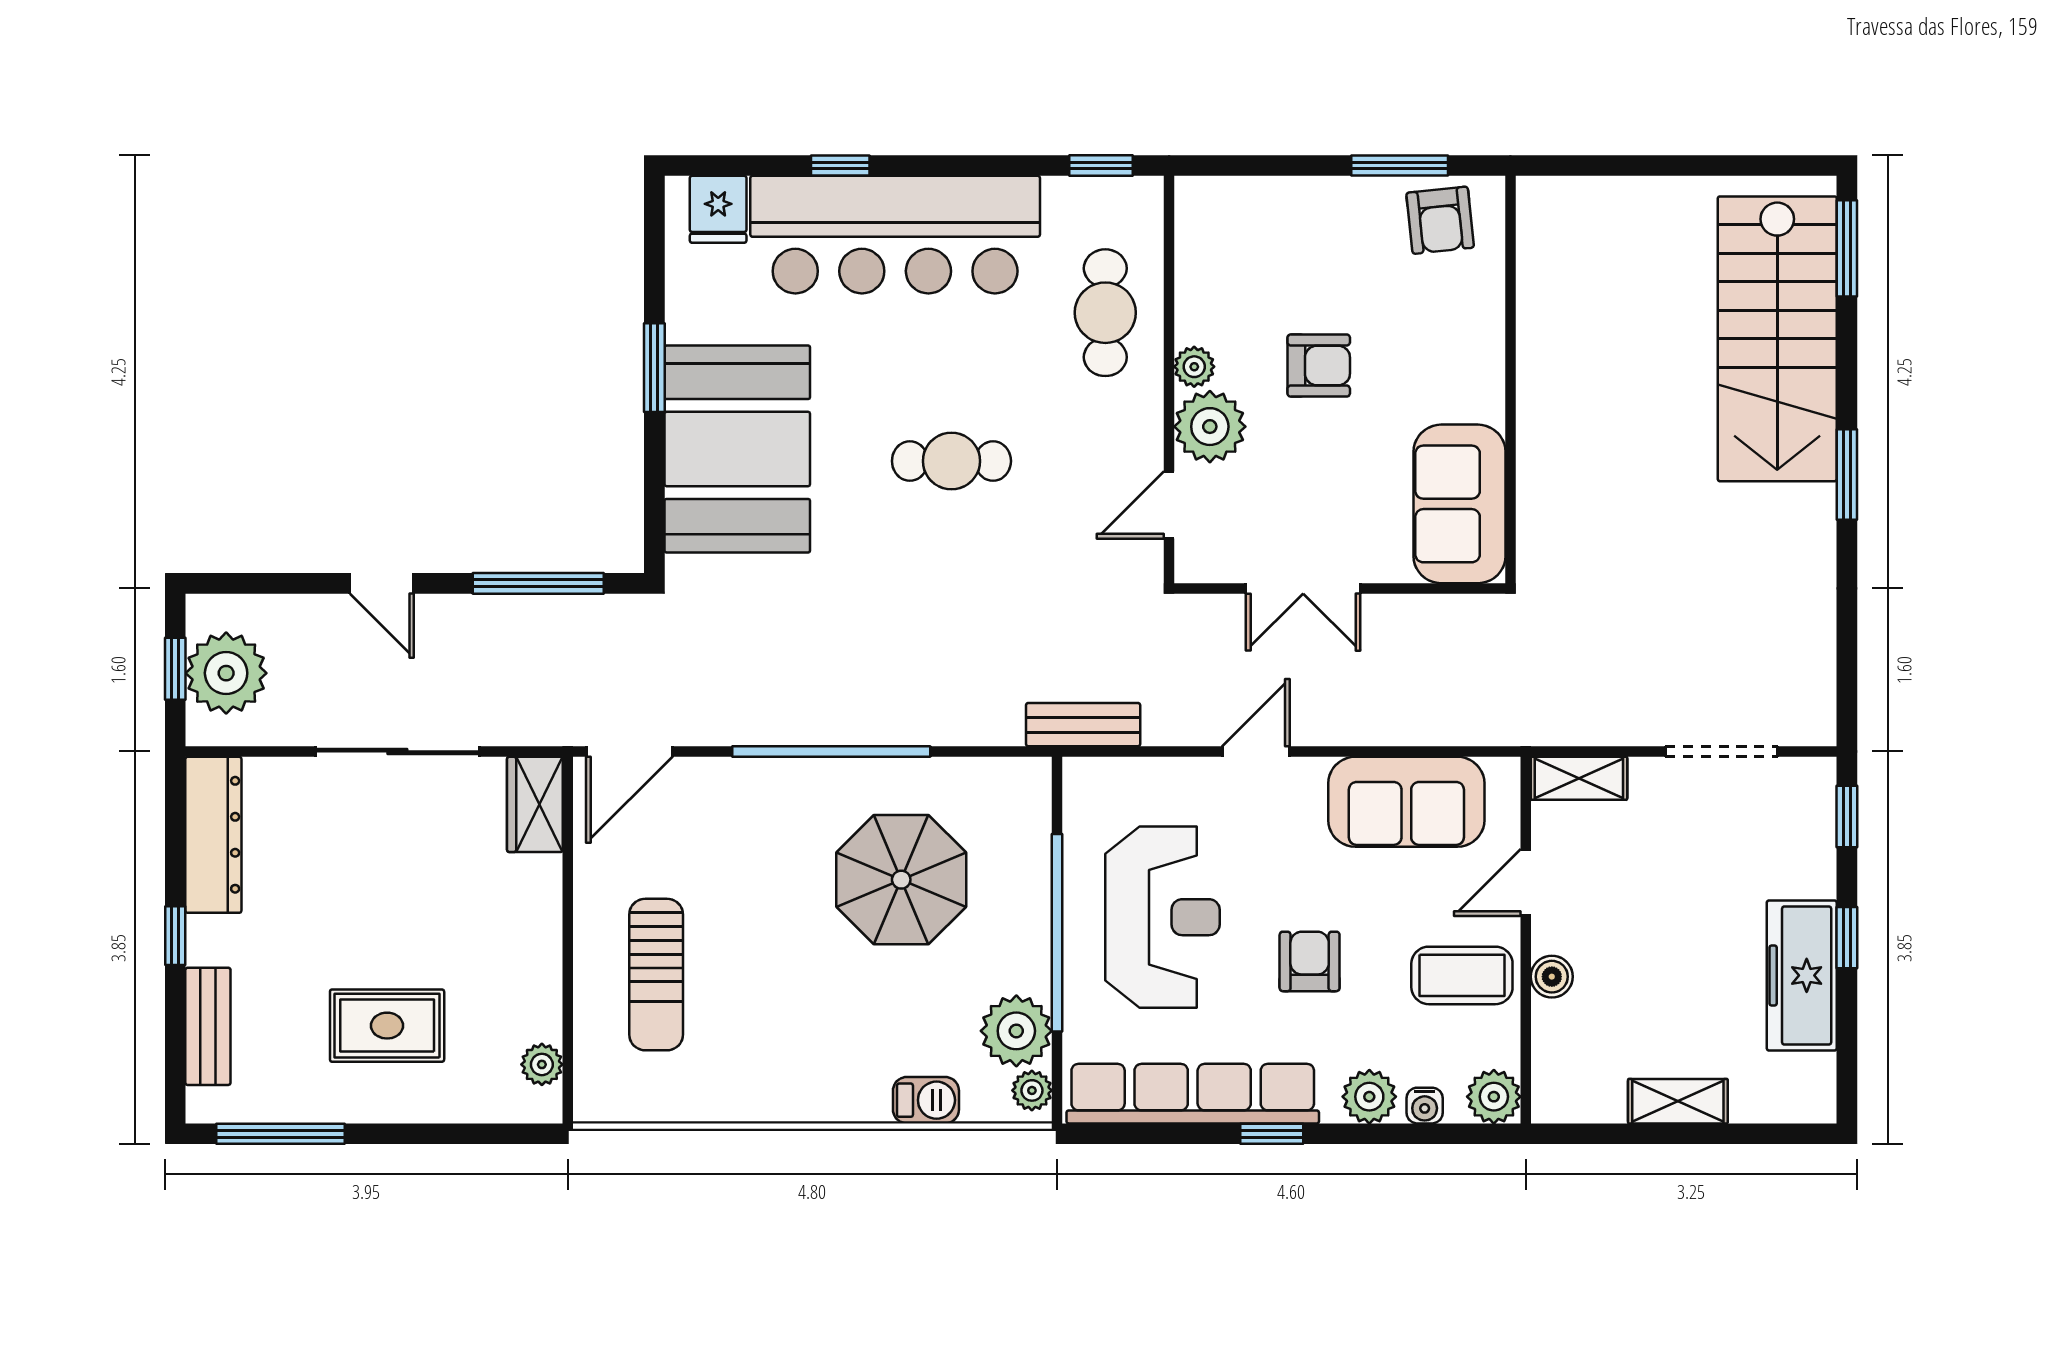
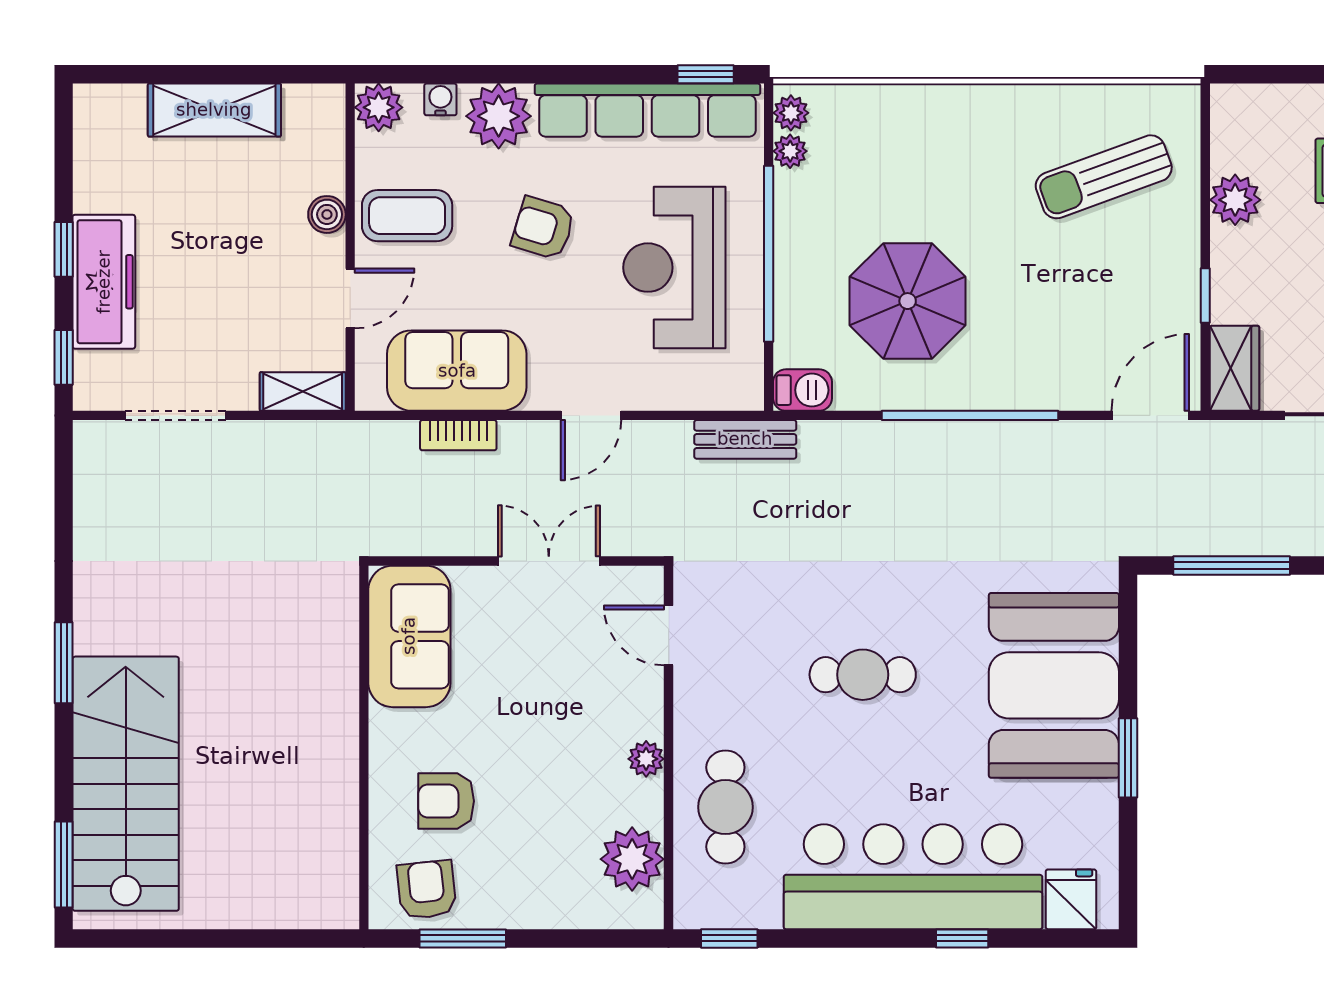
armchair: (1319, 366) -> (446, 801), moved
plant: (1210, 427) -> (632, 859), moved
door: (1169, 505) -> (669, 635), swing flipped
bookcase: (1405, 729) -> (458, 435), added
window: (568, 886) -> (1205, 296), added
armchair: (1310, 961) -> (543, 228), turned 107
sun lounger: (656, 975) -> (1104, 177), moved, turned -110
freezer: (1802, 975) -> (104, 282), moved
plant: (1016, 1031) -> (790, 151), width x0.53, depth x0.53
plant: (542, 1064) -> (1235, 200), moved, width x1.38, depth x1.38
plant: (1369, 1097) -> (499, 116), width x1.36, depth x1.36
barbecue: (926, 1100) -> (802, 390), moved, turned 180
shelving: (1678, 1101) -> (214, 110), width x1.50, depth x1.33
window: (1272, 1134) -> (706, 74), moved

